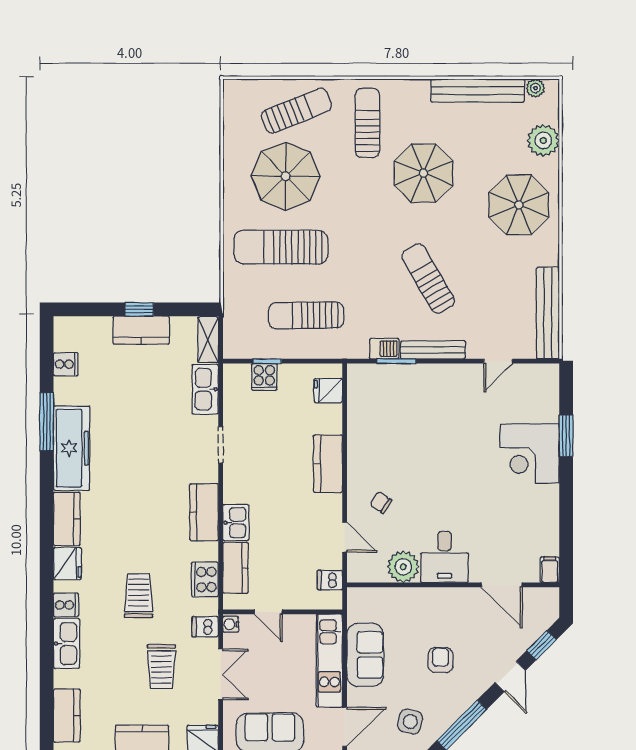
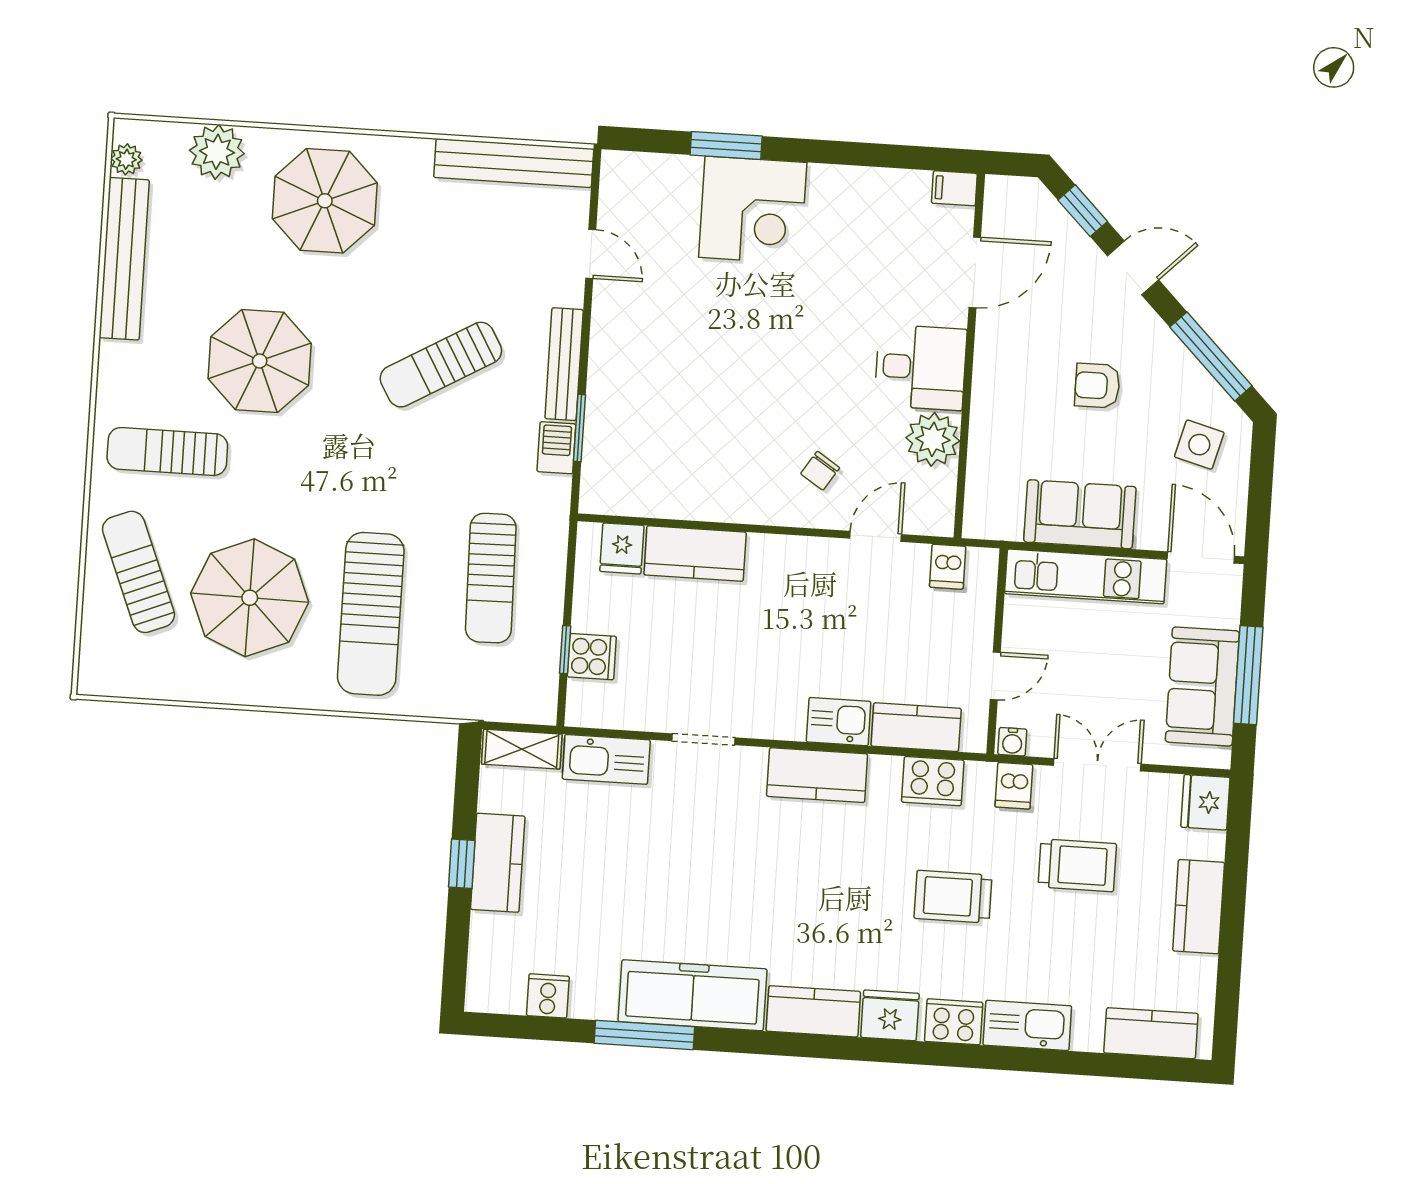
kitchen counter: (328, 464) -> (695, 554), moved
cooker: (66, 605) -> (954, 1022), width x1.36

